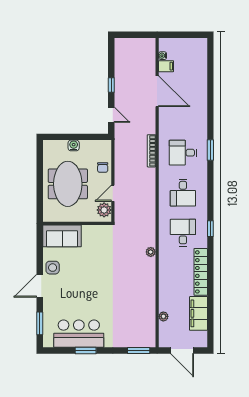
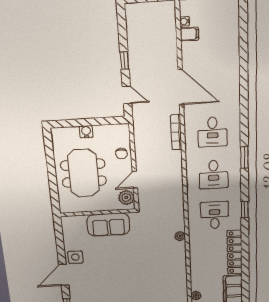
door: (157, 91) -> (181, 87), moved
window: (210, 150) -> (244, 158), moved
desk: (183, 153) -> (212, 132), turned -90
sofa: (62, 236) -> (108, 225), moved

